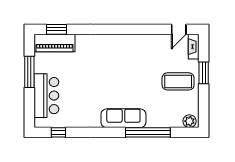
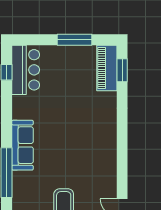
bar counter: (46, 96) -> (26, 70), moved, turned -90

